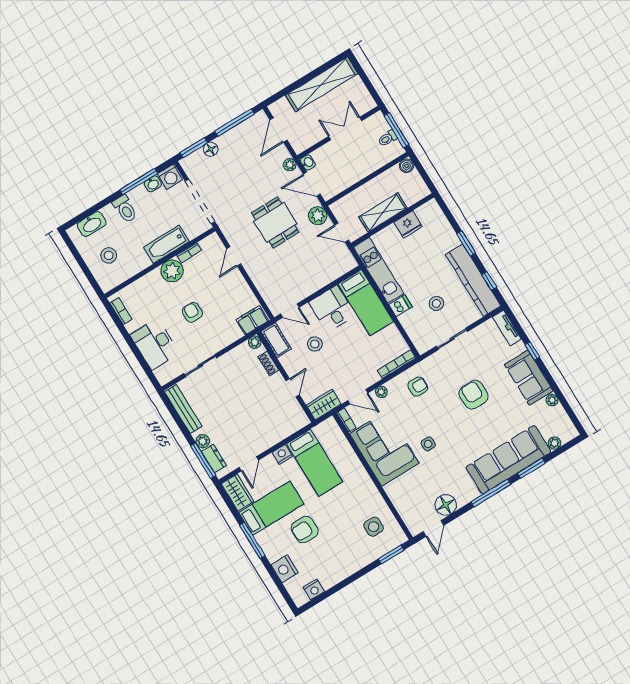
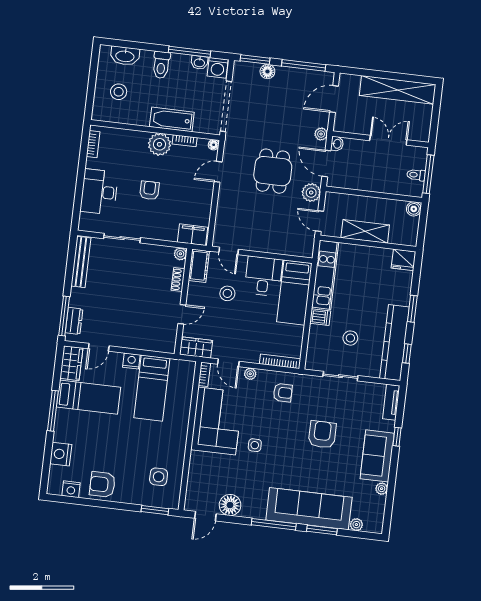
fridge: (408, 224) -> (404, 260), moved
floor lamp: (214, 238) -> (214, 145), added
plant: (203, 441) -> (76, 300), removed
armchair: (305, 530) -> (102, 484), moved

